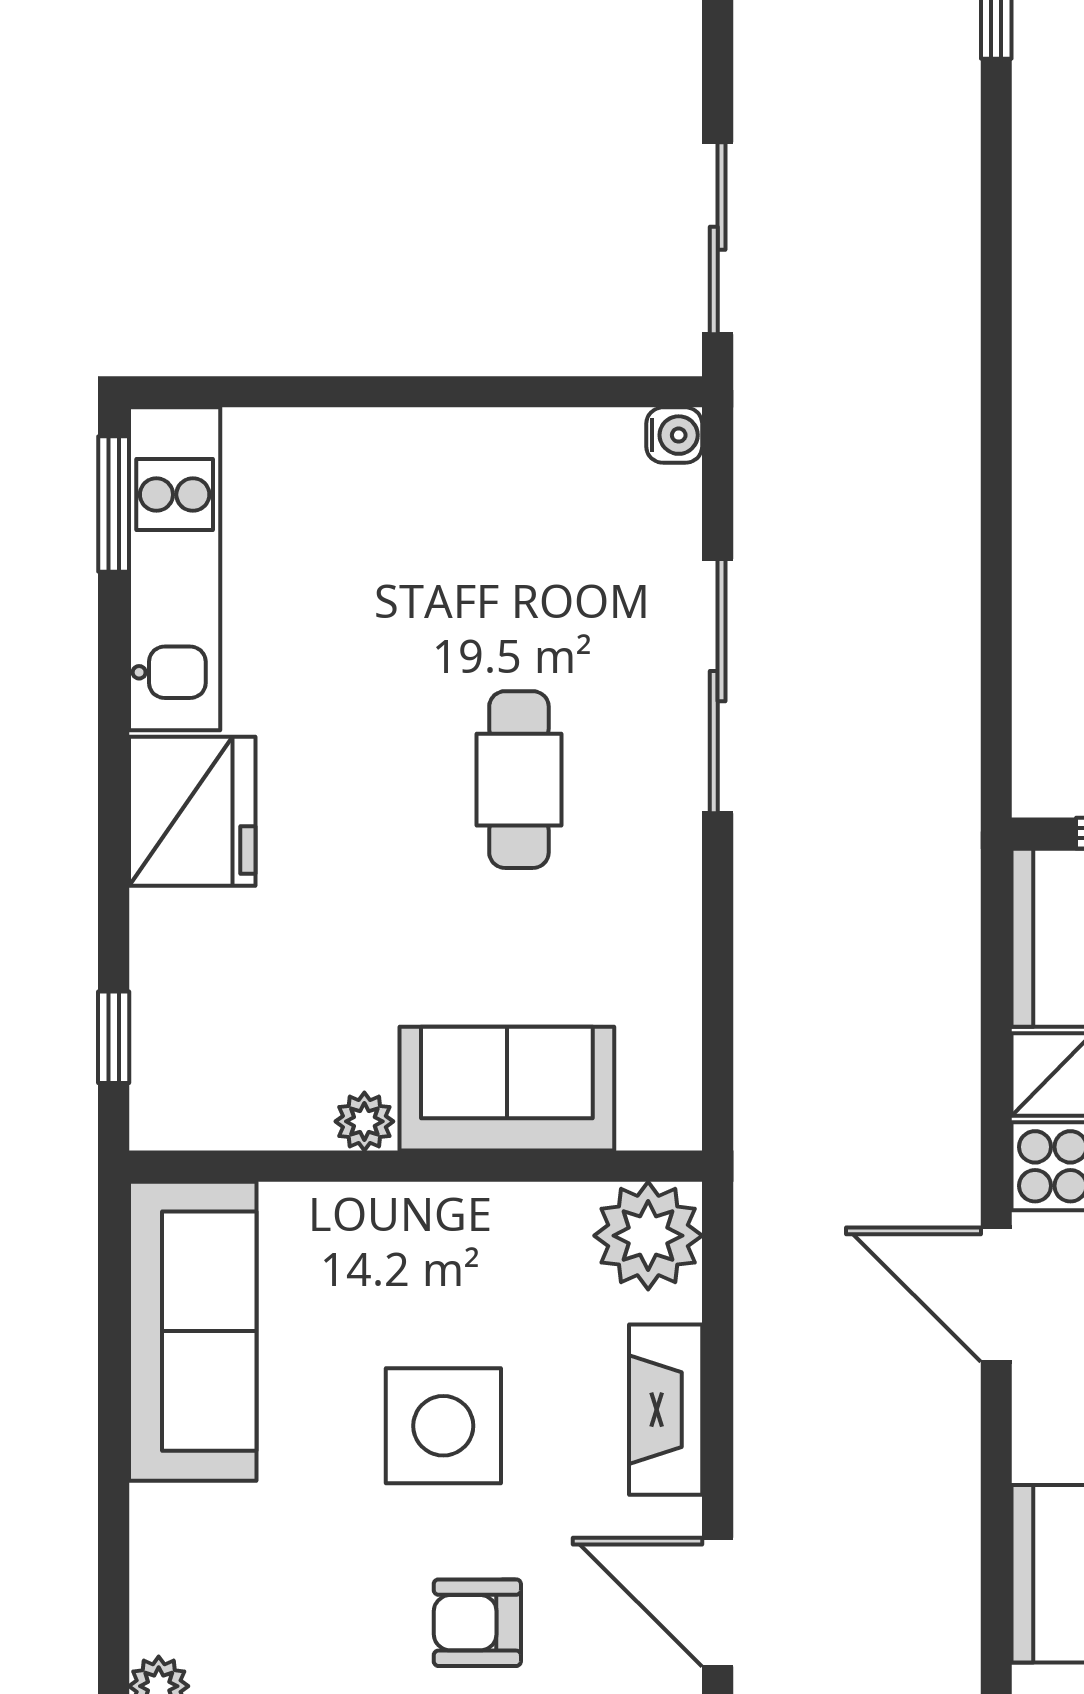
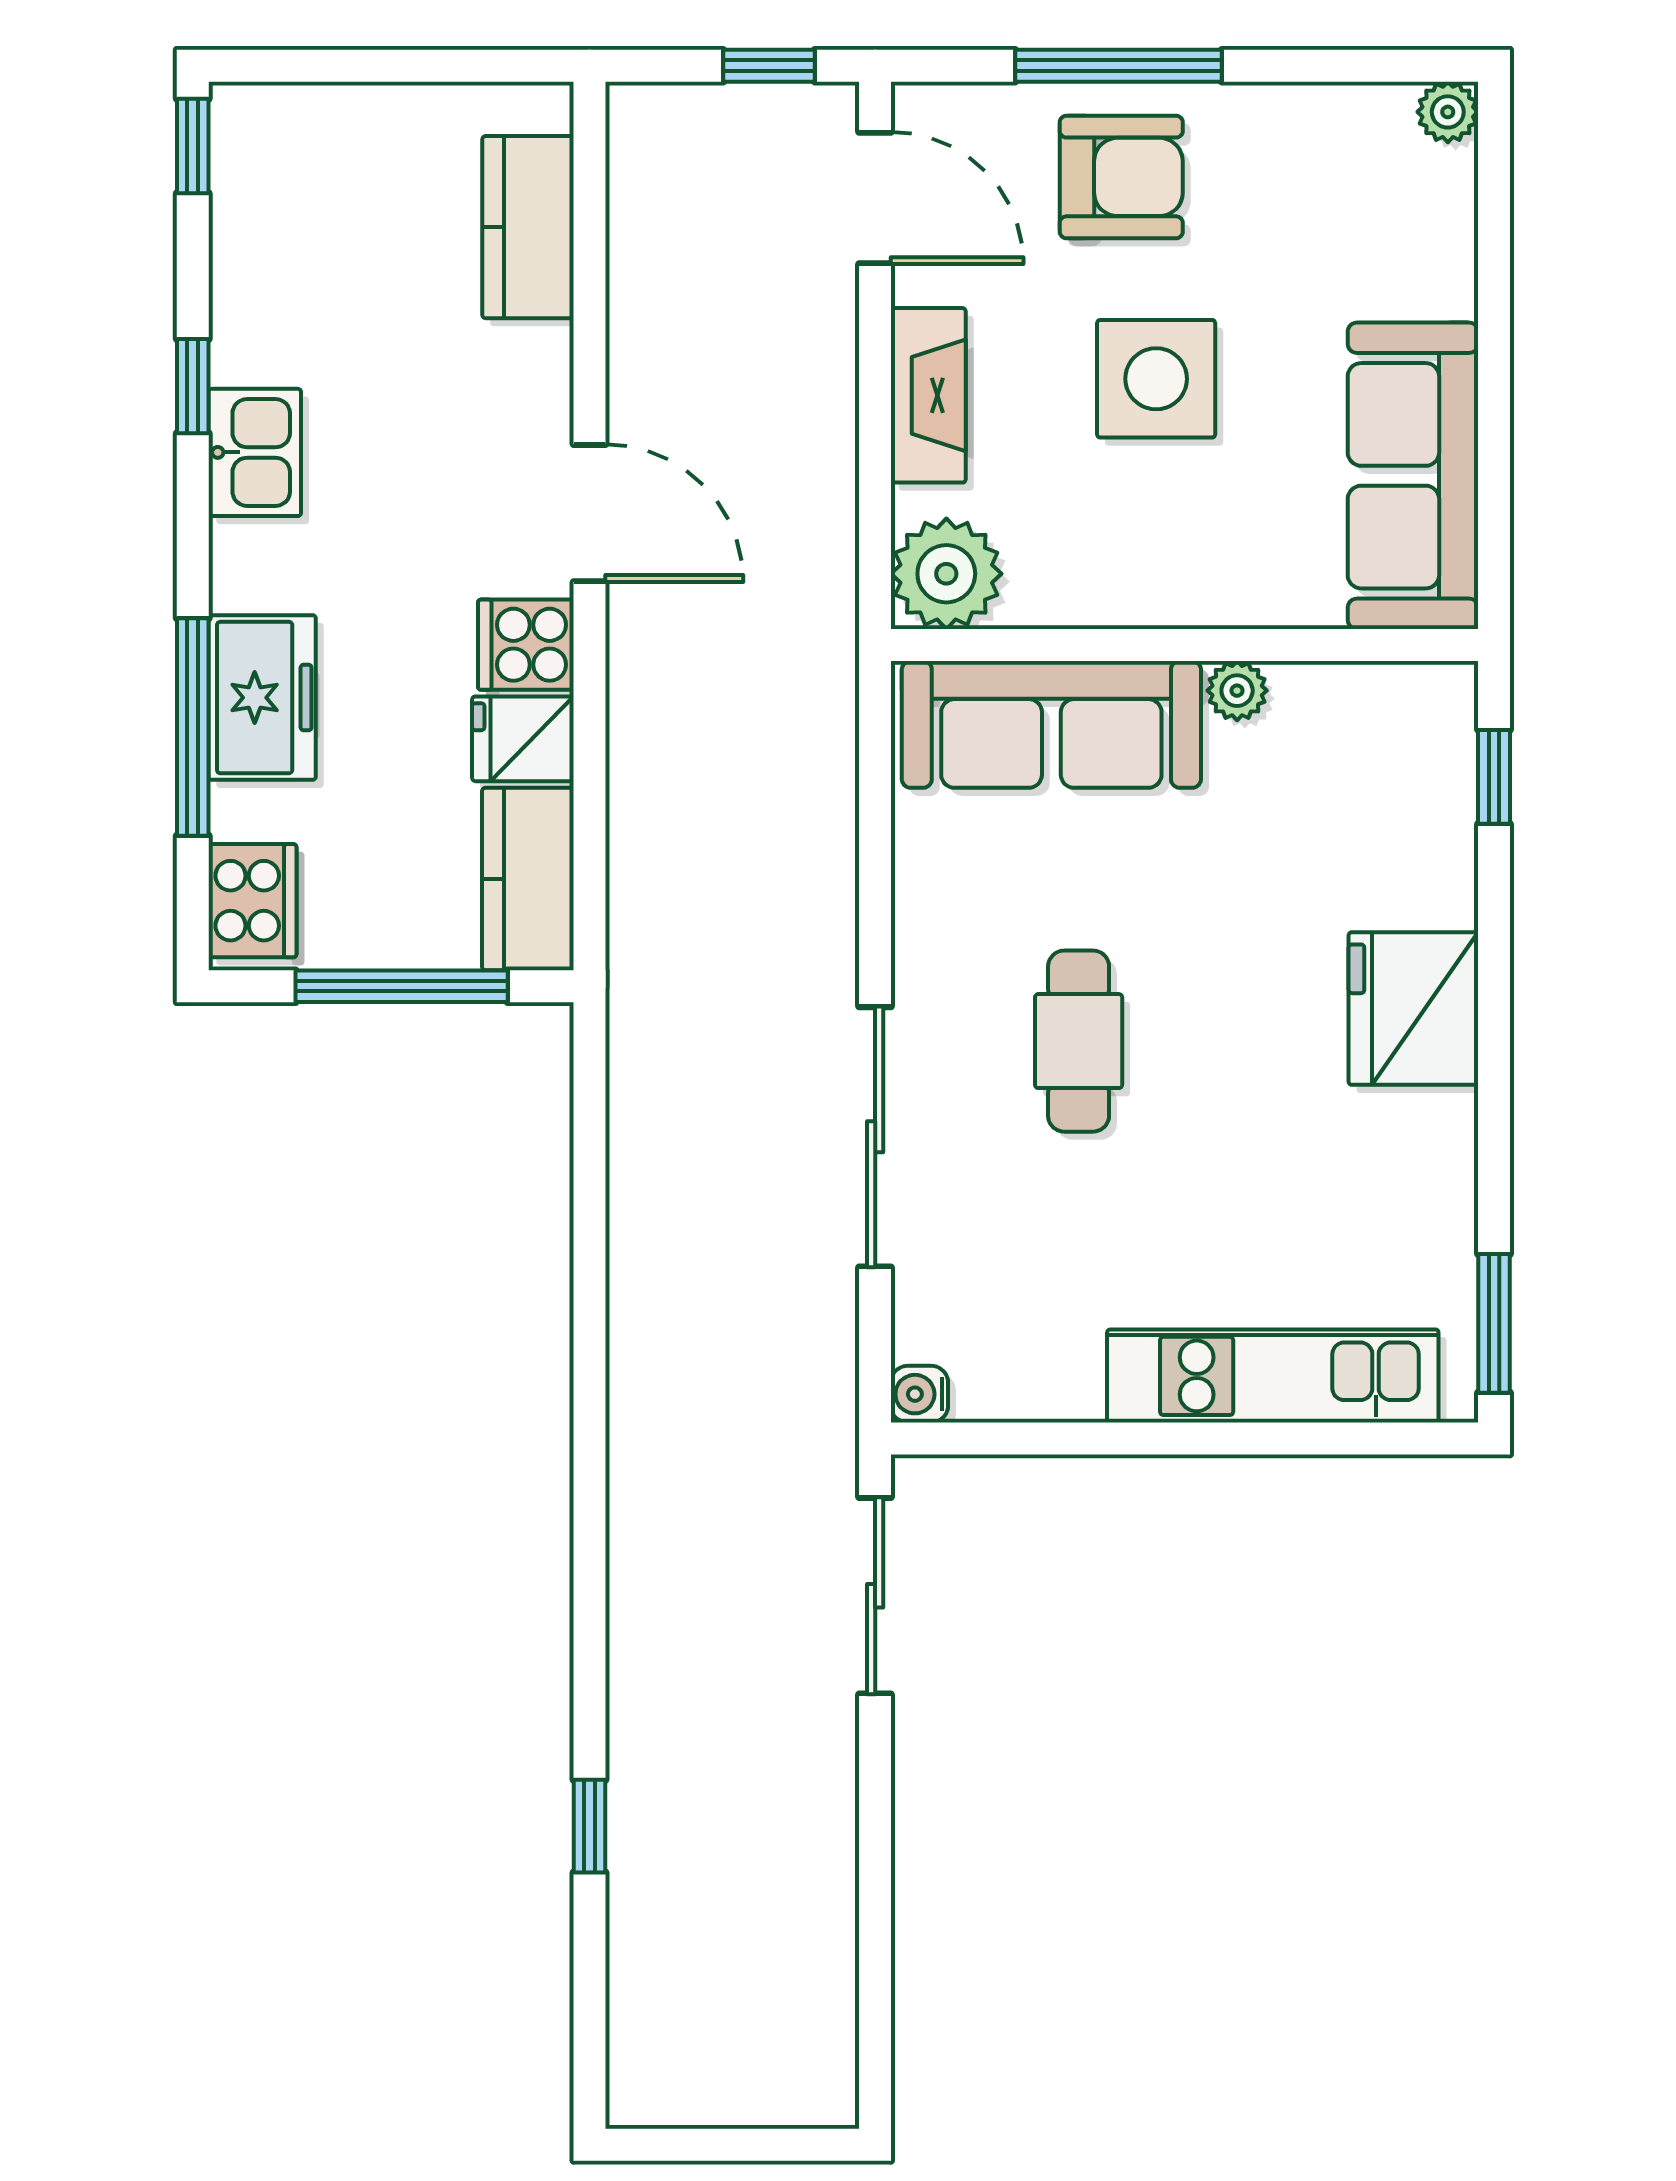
kitchen unit: (175, 569) -> (1273, 1376), moved, turned 90
sofa: (507, 1089) -> (1051, 724), width x1.36
armchair: (477, 1623) -> (1121, 177), width x1.38, depth x1.38

